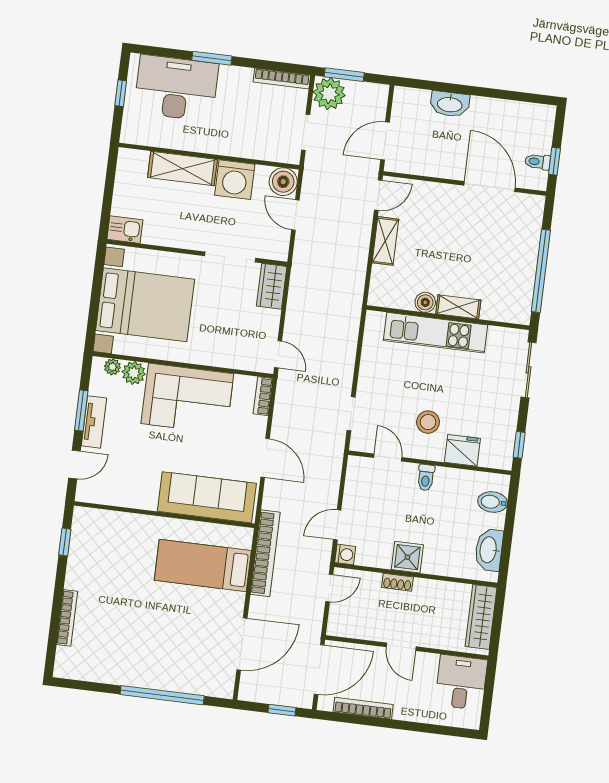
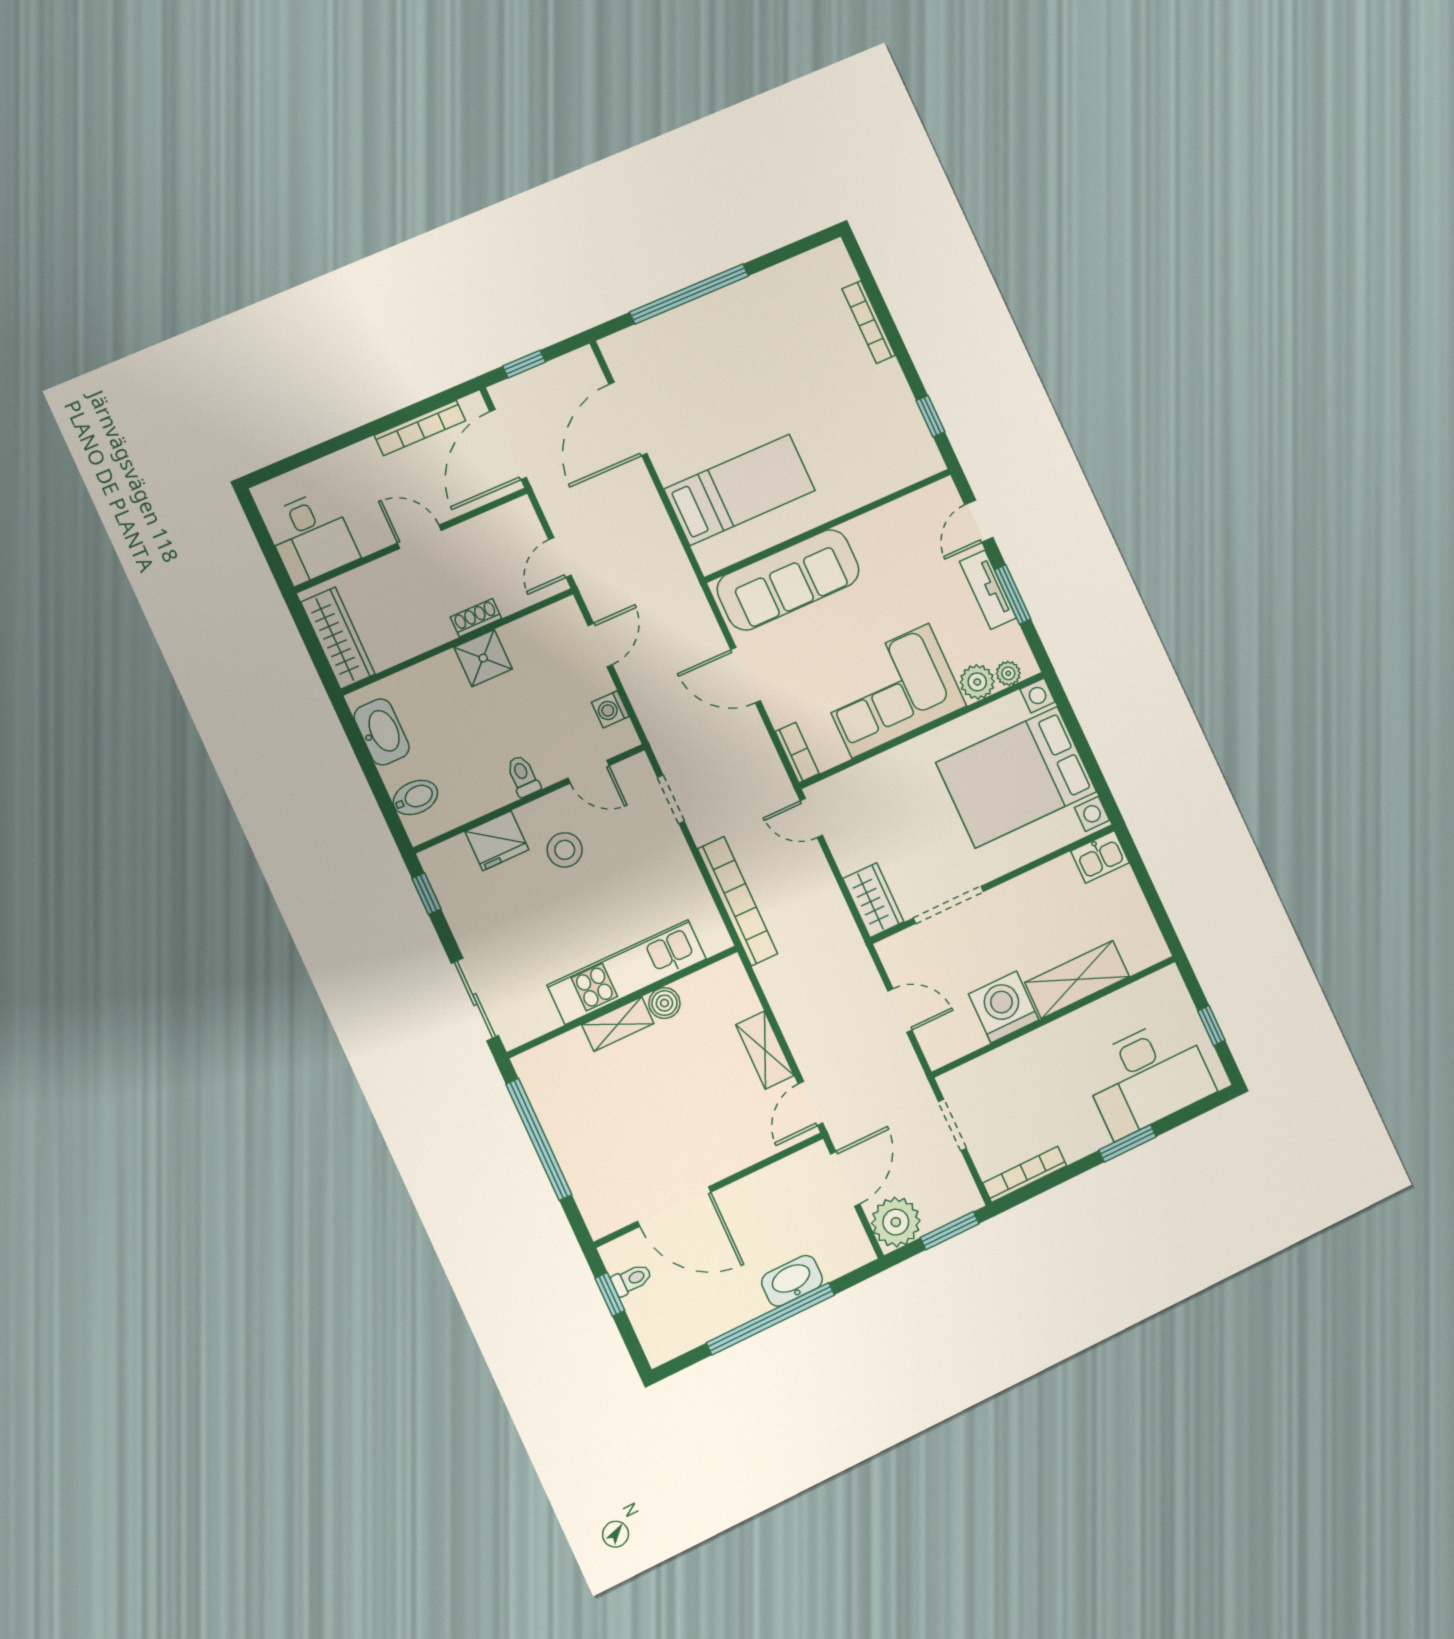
window: (475, 91) -> (771, 1319), added
plant: (329, 94) -> (896, 1222), moved
boiler: (283, 182) -> (942, 1043), removed
bookcase: (265, 553) -> (738, 901), moved, turned 180
washing machine: (345, 554) -> (610, 709), moved

